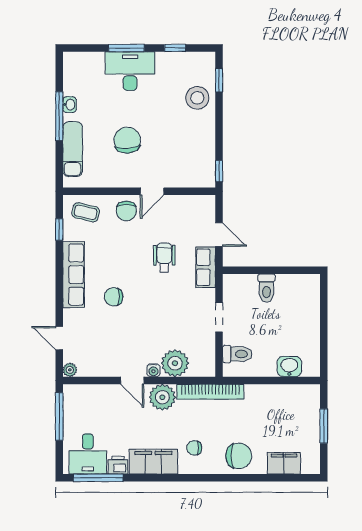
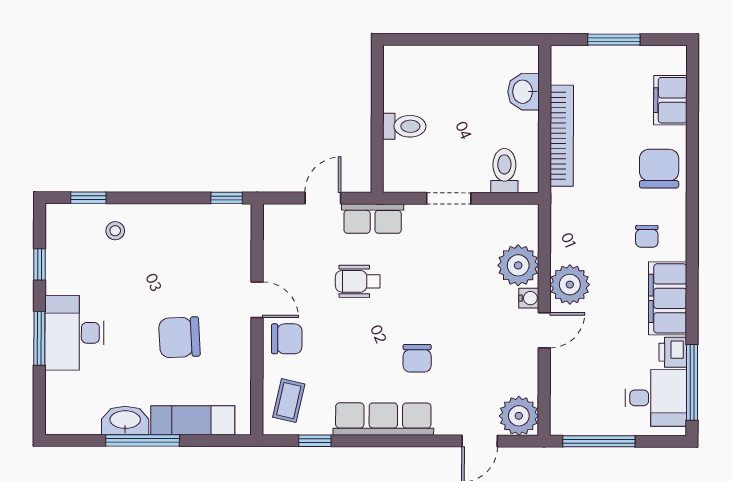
stool: (197, 98) -> (115, 231), width x0.53, depth x0.53
washbasin: (69, 105) -> (125, 420), width x1.91, depth x1.45
plant: (70, 370) -> (519, 416), width x1.87, depth x1.87
bookcase: (210, 392) -> (562, 136), moved

